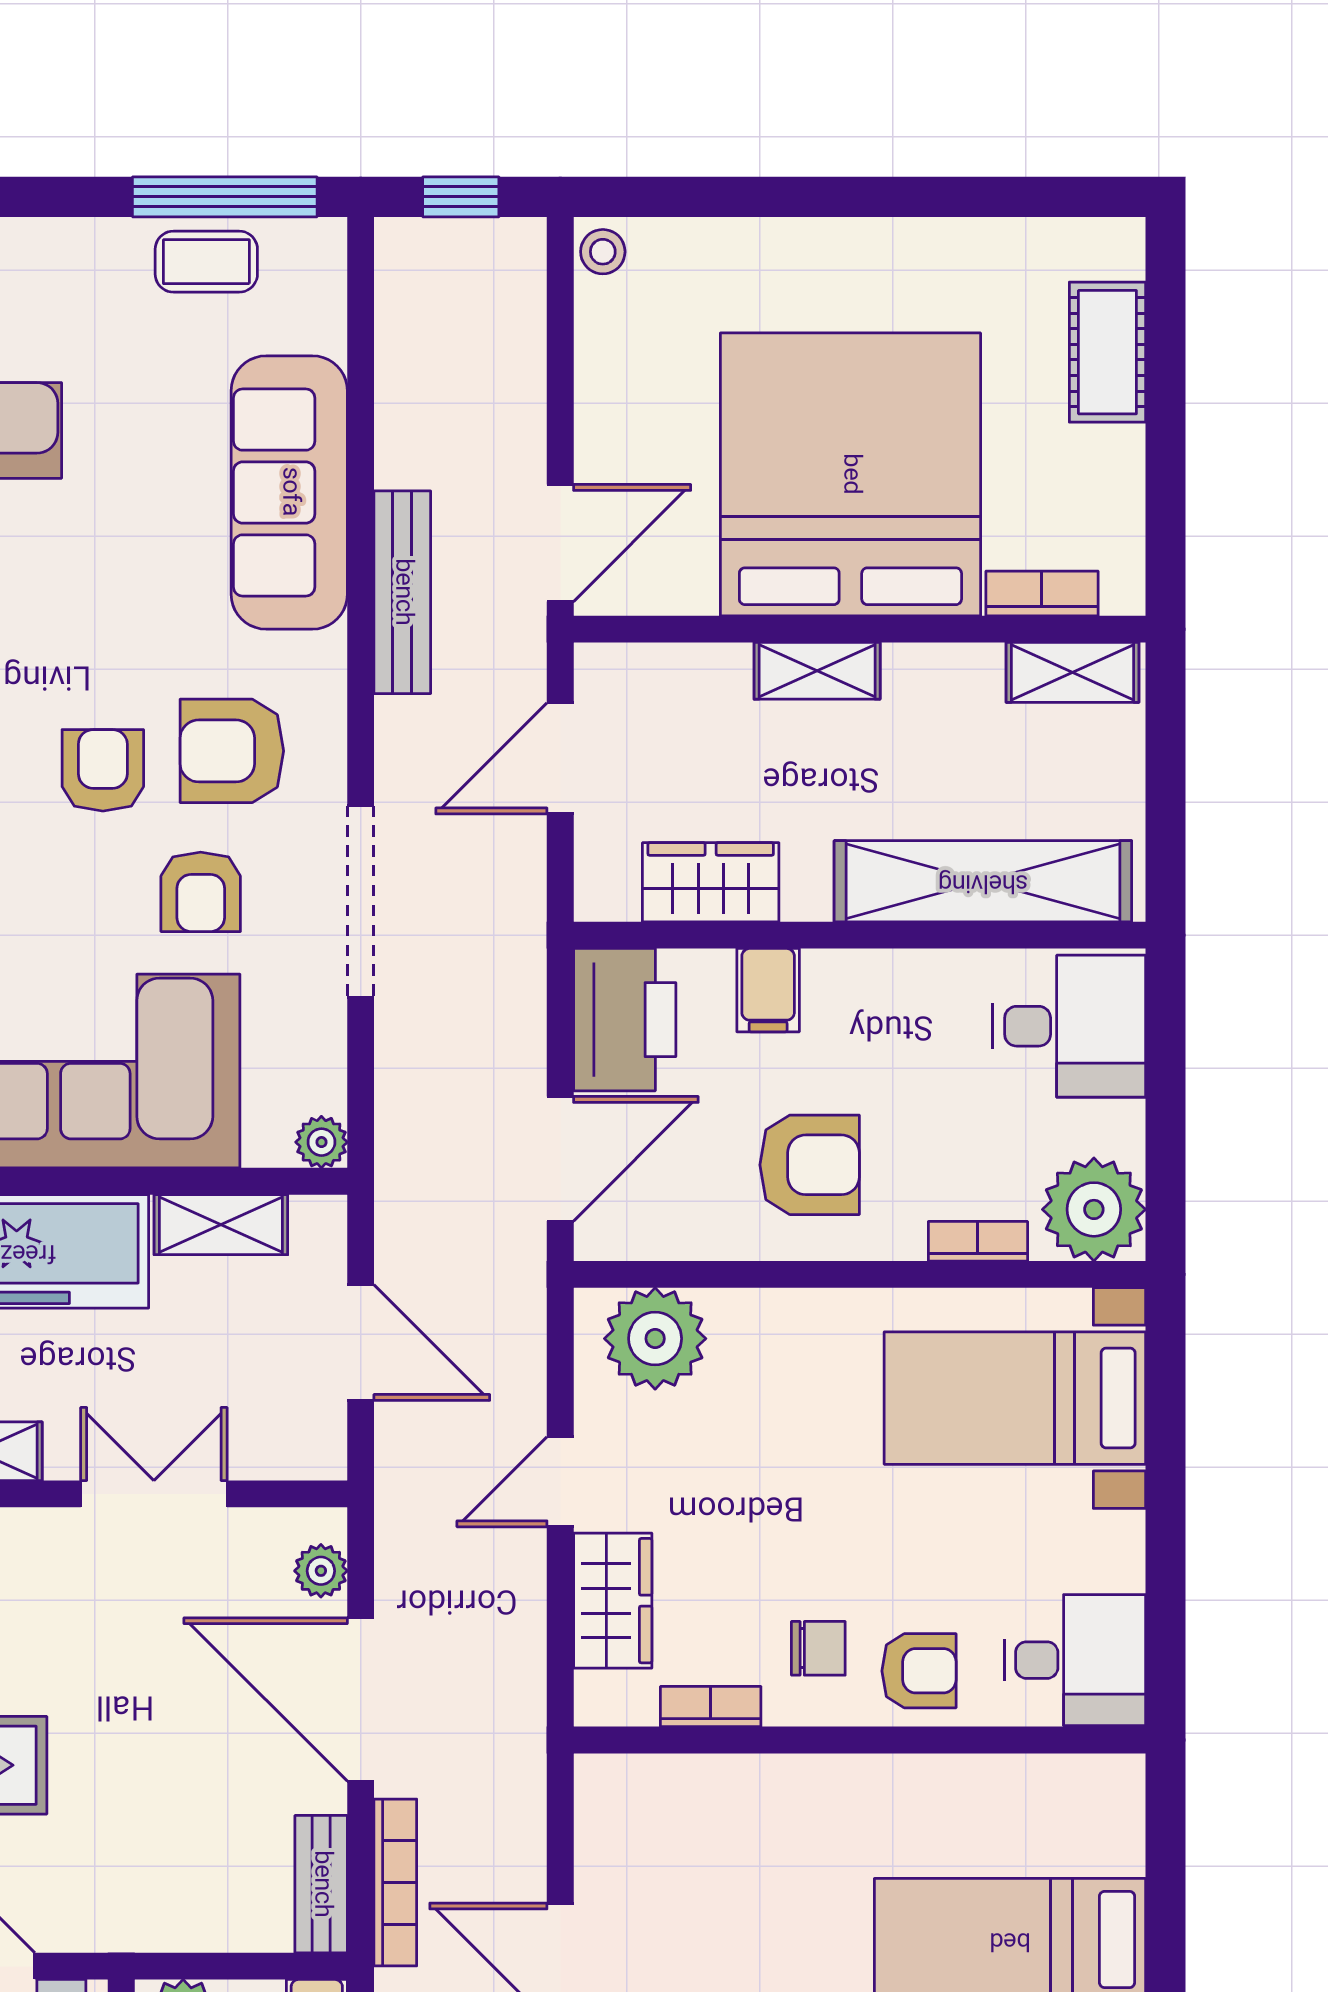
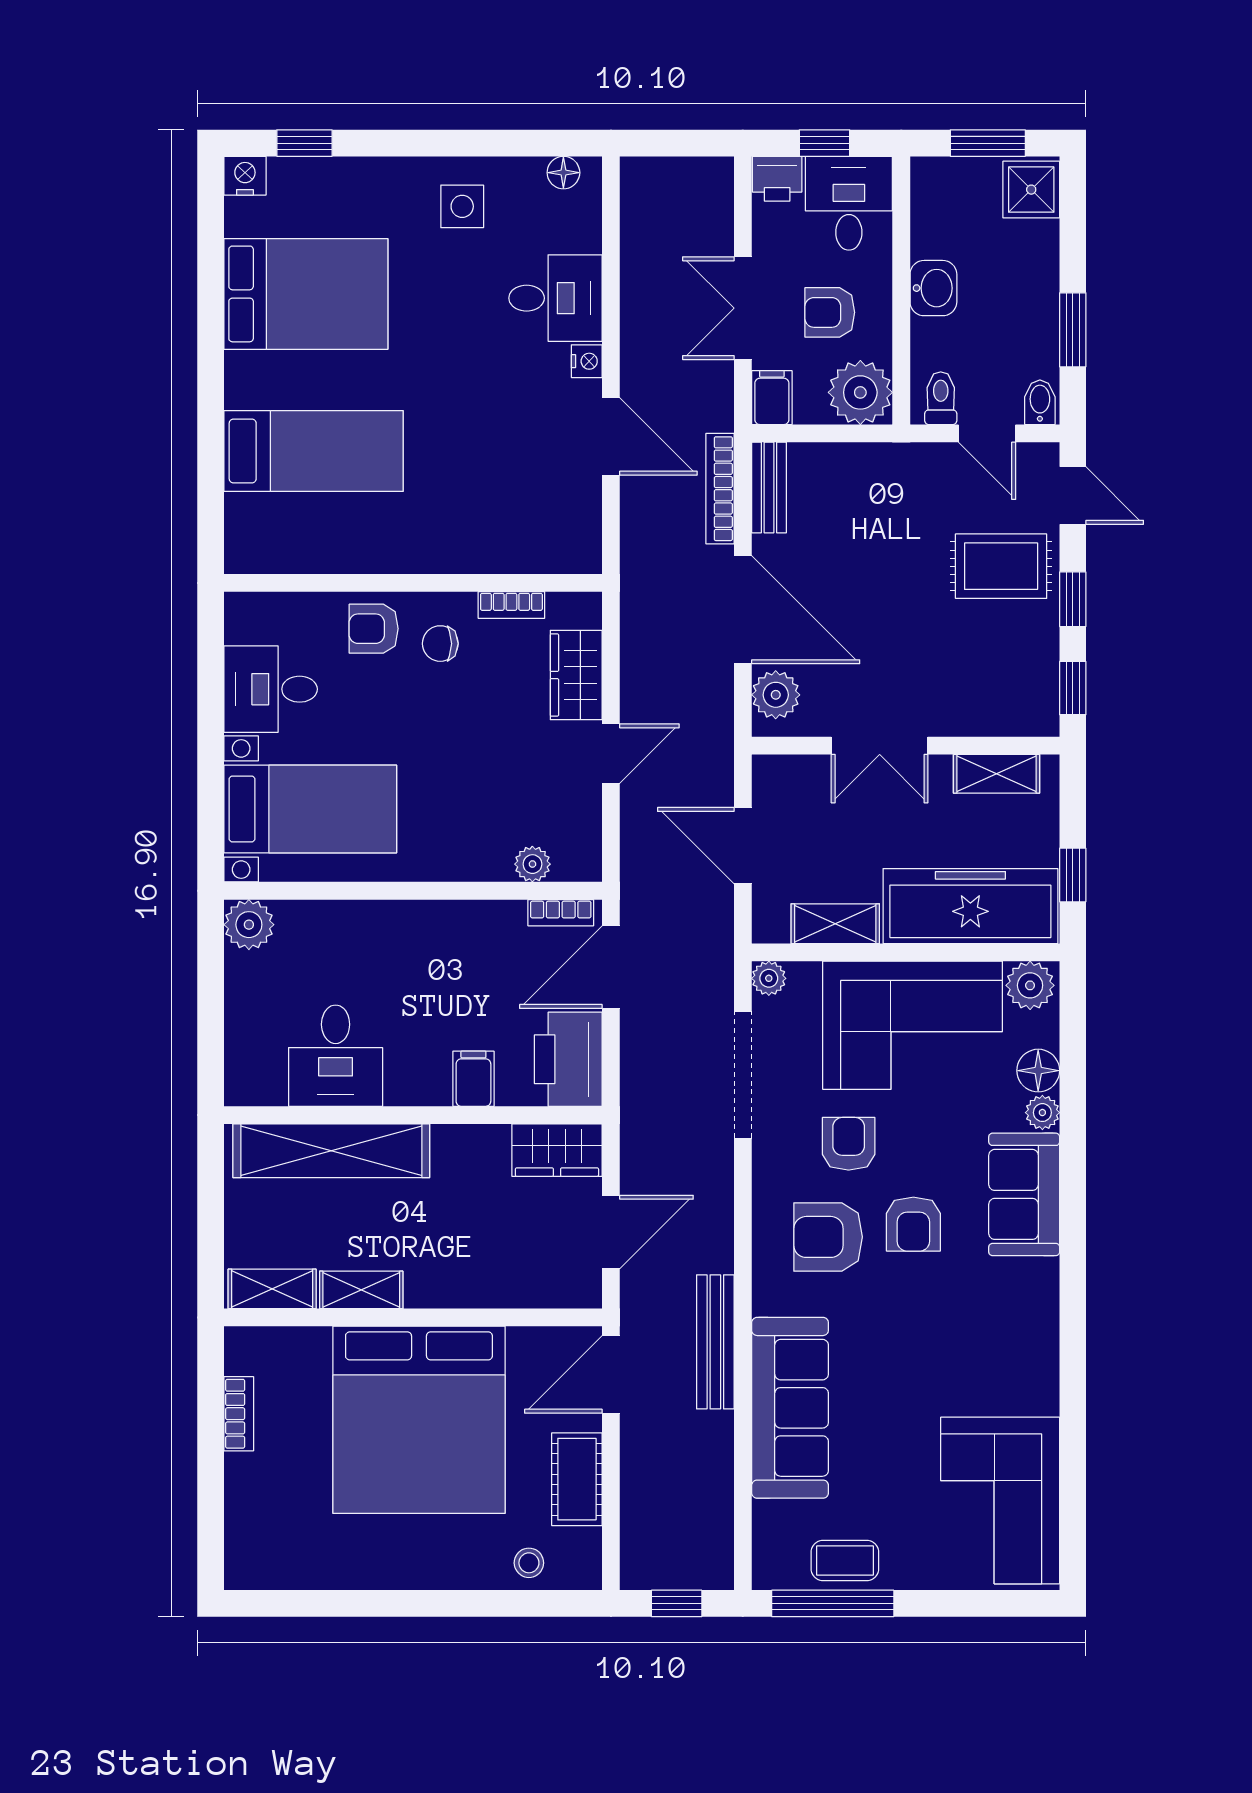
stool: (603, 252) -> (529, 1563), moved
cot: (1107, 352) -> (577, 1479), moved
bookcase: (1042, 593) -> (239, 1414), moved, turned -90
shelving: (817, 671) -> (361, 1290), moved
armchair: (232, 751) -> (828, 1237), turned 180
wardrobe: (711, 882) -> (557, 1150), moved
doorway: (361, 901) -> (743, 1075), moved
desk: (1069, 1026) -> (336, 1056), moved, turned -90
armchair: (810, 1165) -> (446, 963), removed
plant: (1094, 1209) -> (249, 925), width x0.73, depth x0.73
bookcase: (978, 1241) -> (561, 913), moved
plant: (655, 1339) -> (532, 864), width x0.53, depth x0.53
plant: (321, 1571) -> (776, 695), width x1.38, depth x1.38
desk: (1075, 1660) -> (271, 689), moved

